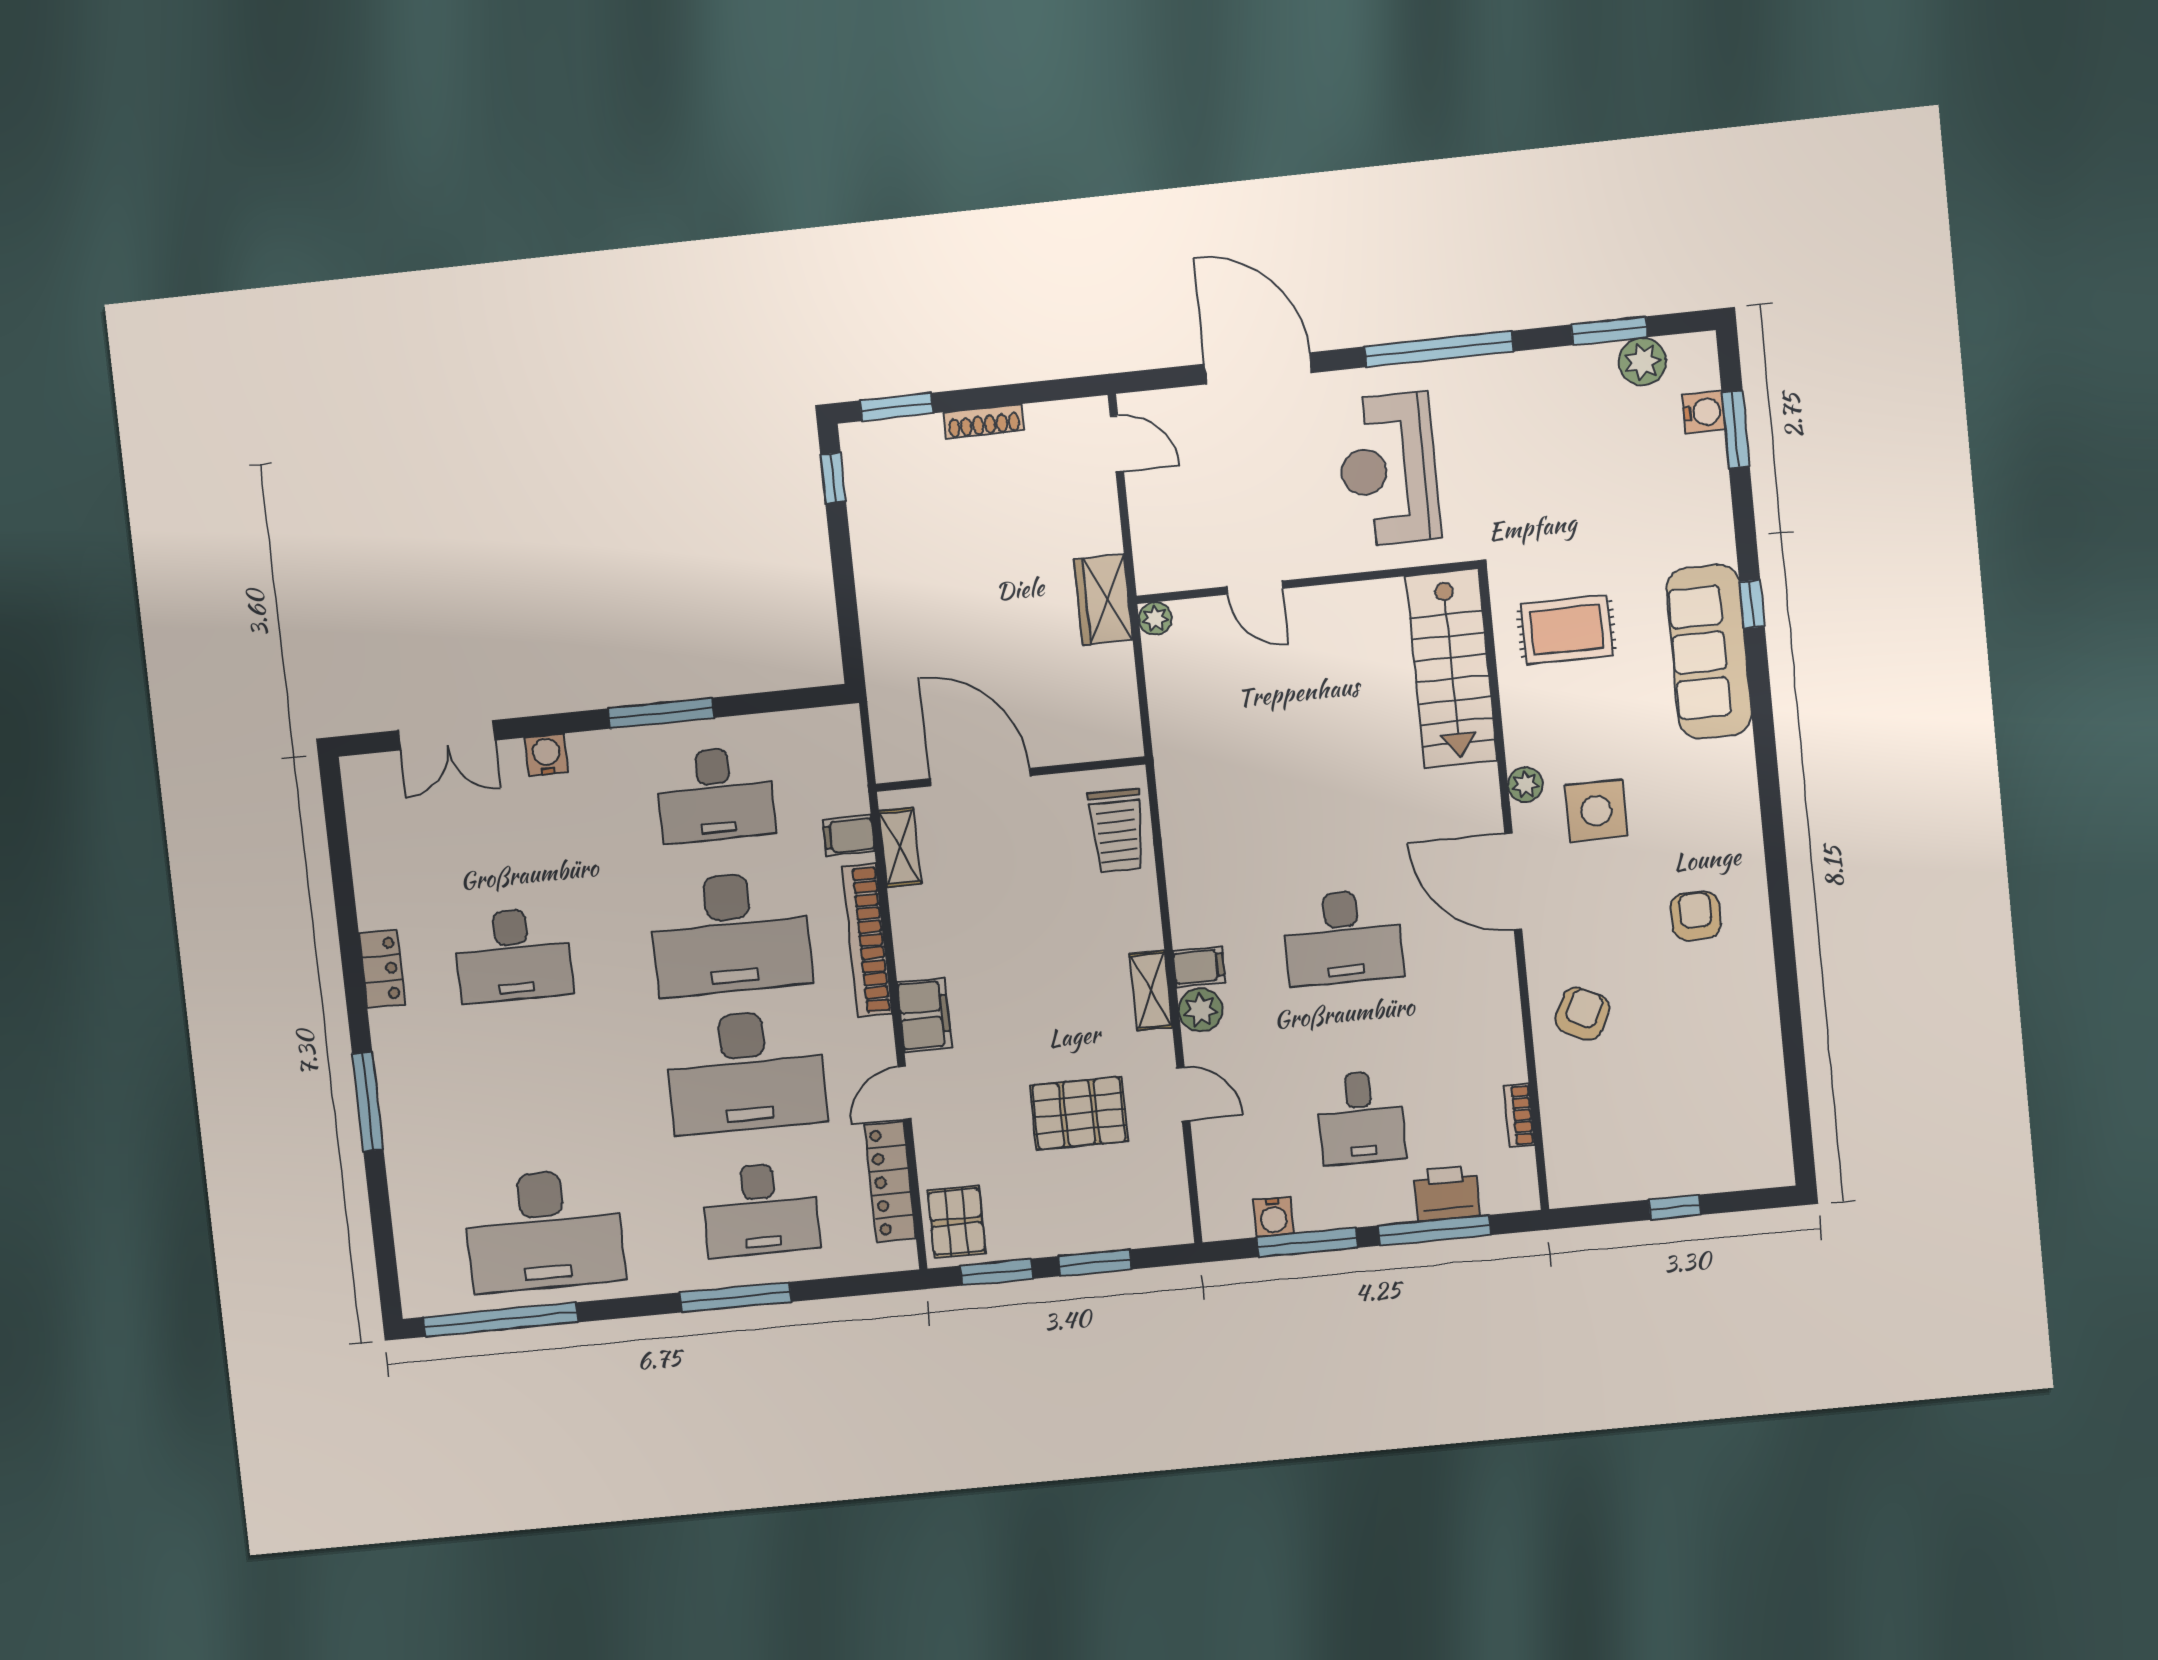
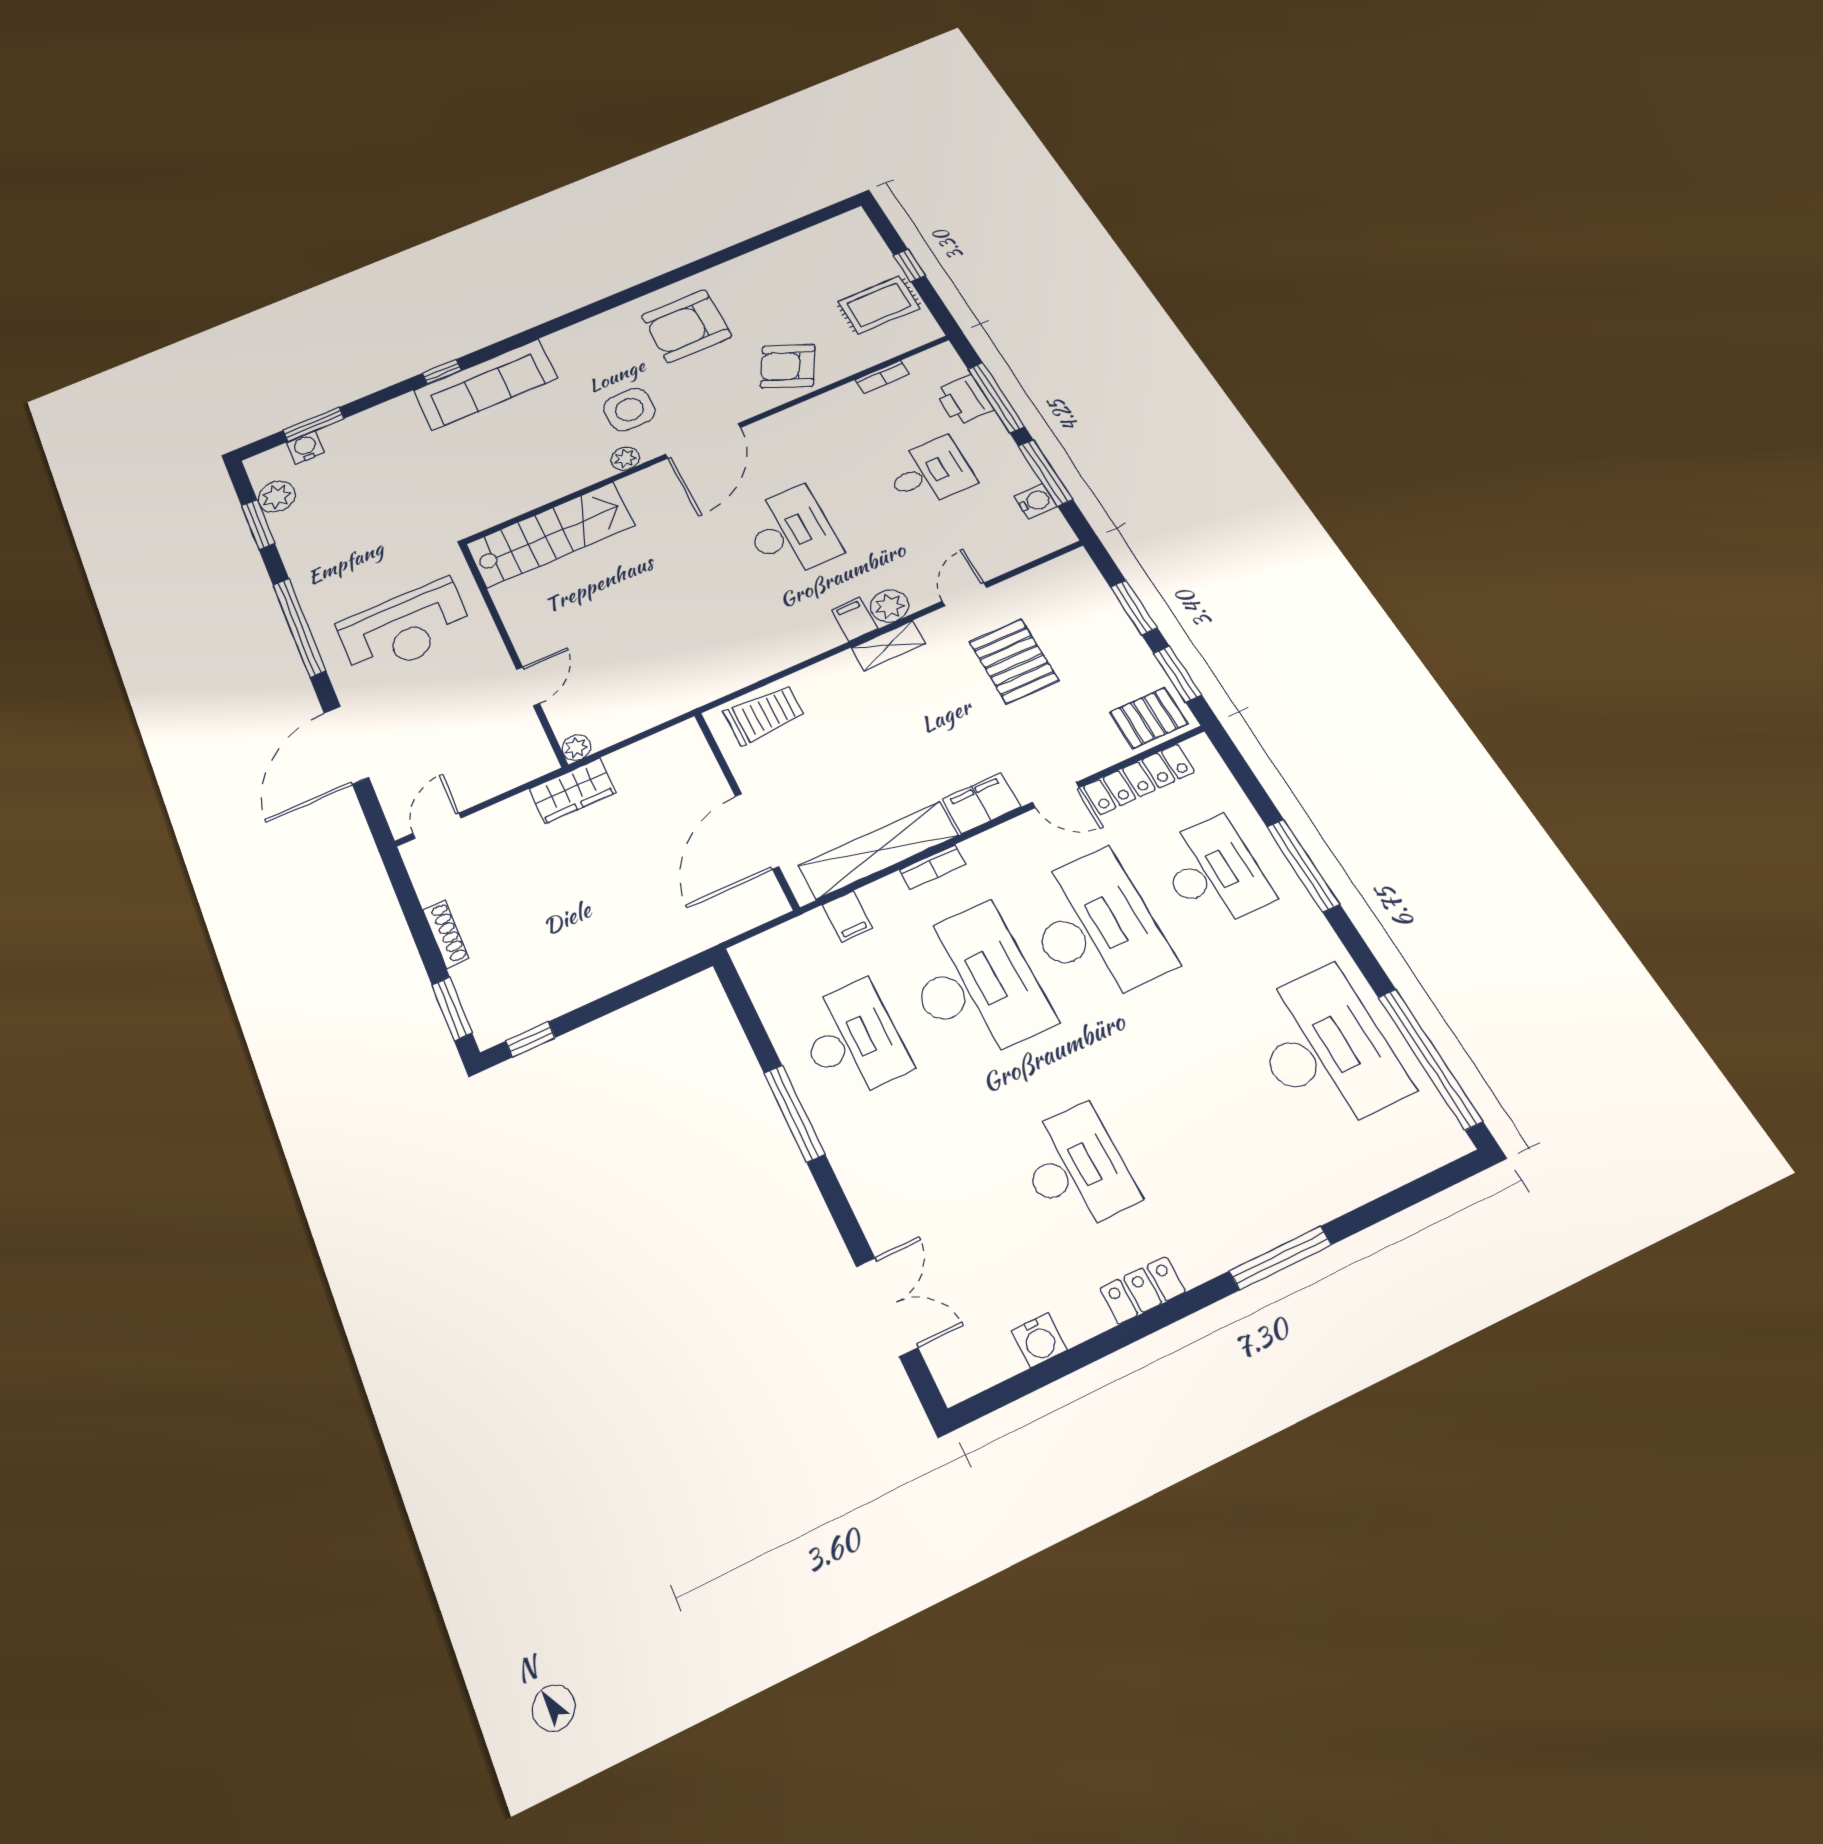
rug: (1567, 630) -> (879, 305), moved, turned 90
water cooler: (546, 755) -> (1039, 1340), moved, turned -90
shelving: (900, 847) -> (878, 850), width x2.20, depth x1.33
armchair: (1696, 916) -> (686, 326), width x1.88, depth x1.88
bookcase: (867, 940) -> (933, 867), width x0.43, depth x0.76
armchair: (1582, 1014) -> (788, 366), width x1.38, depth x1.38

